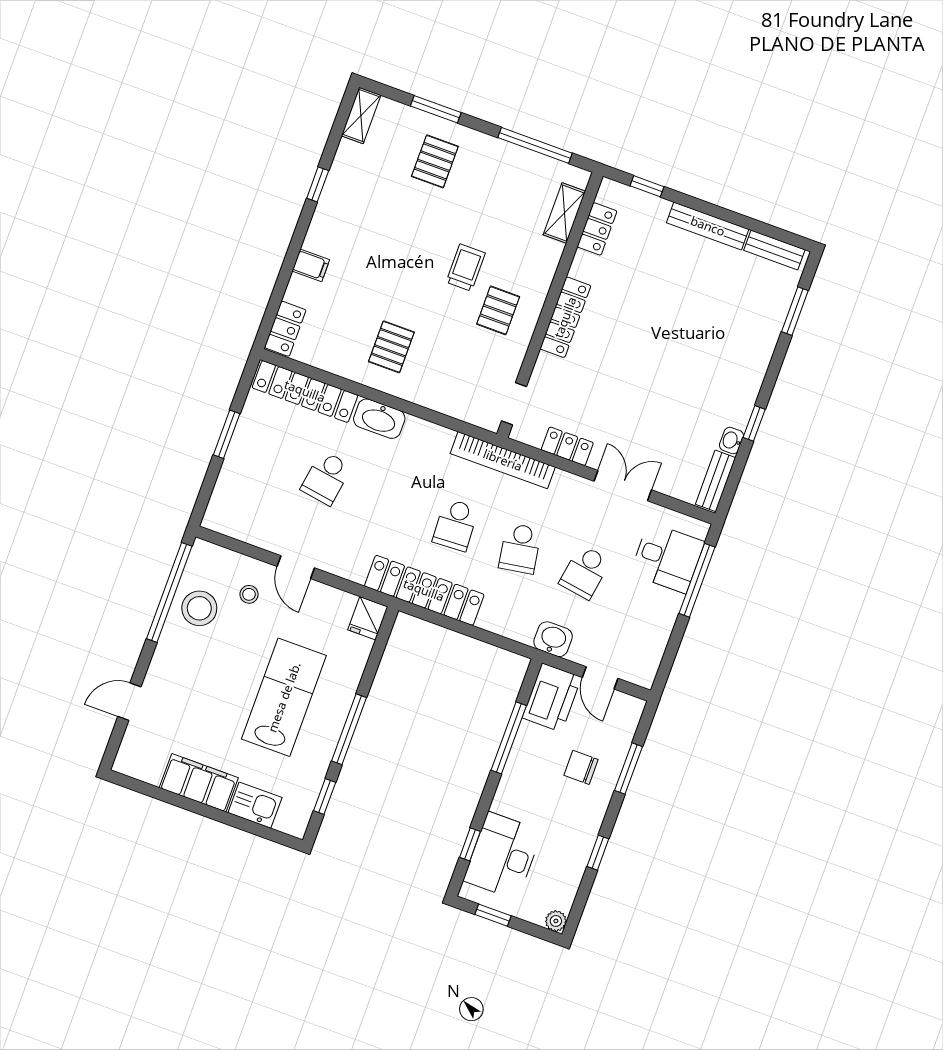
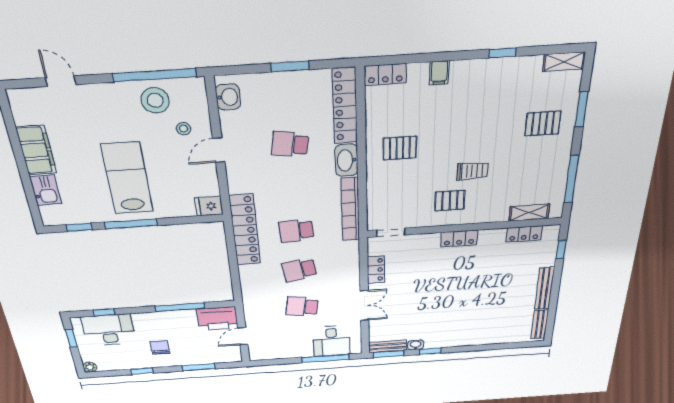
window: (795, 311) -> (389, 354), moved
locker: (565, 317) -> (459, 239), width x0.66
bookcase: (503, 460) -> (350, 209), moved
washbasin: (553, 639) -> (228, 97), moved
lab bench: (284, 697) -> (127, 178), turned -90
chair: (581, 767) -> (160, 347), moved

